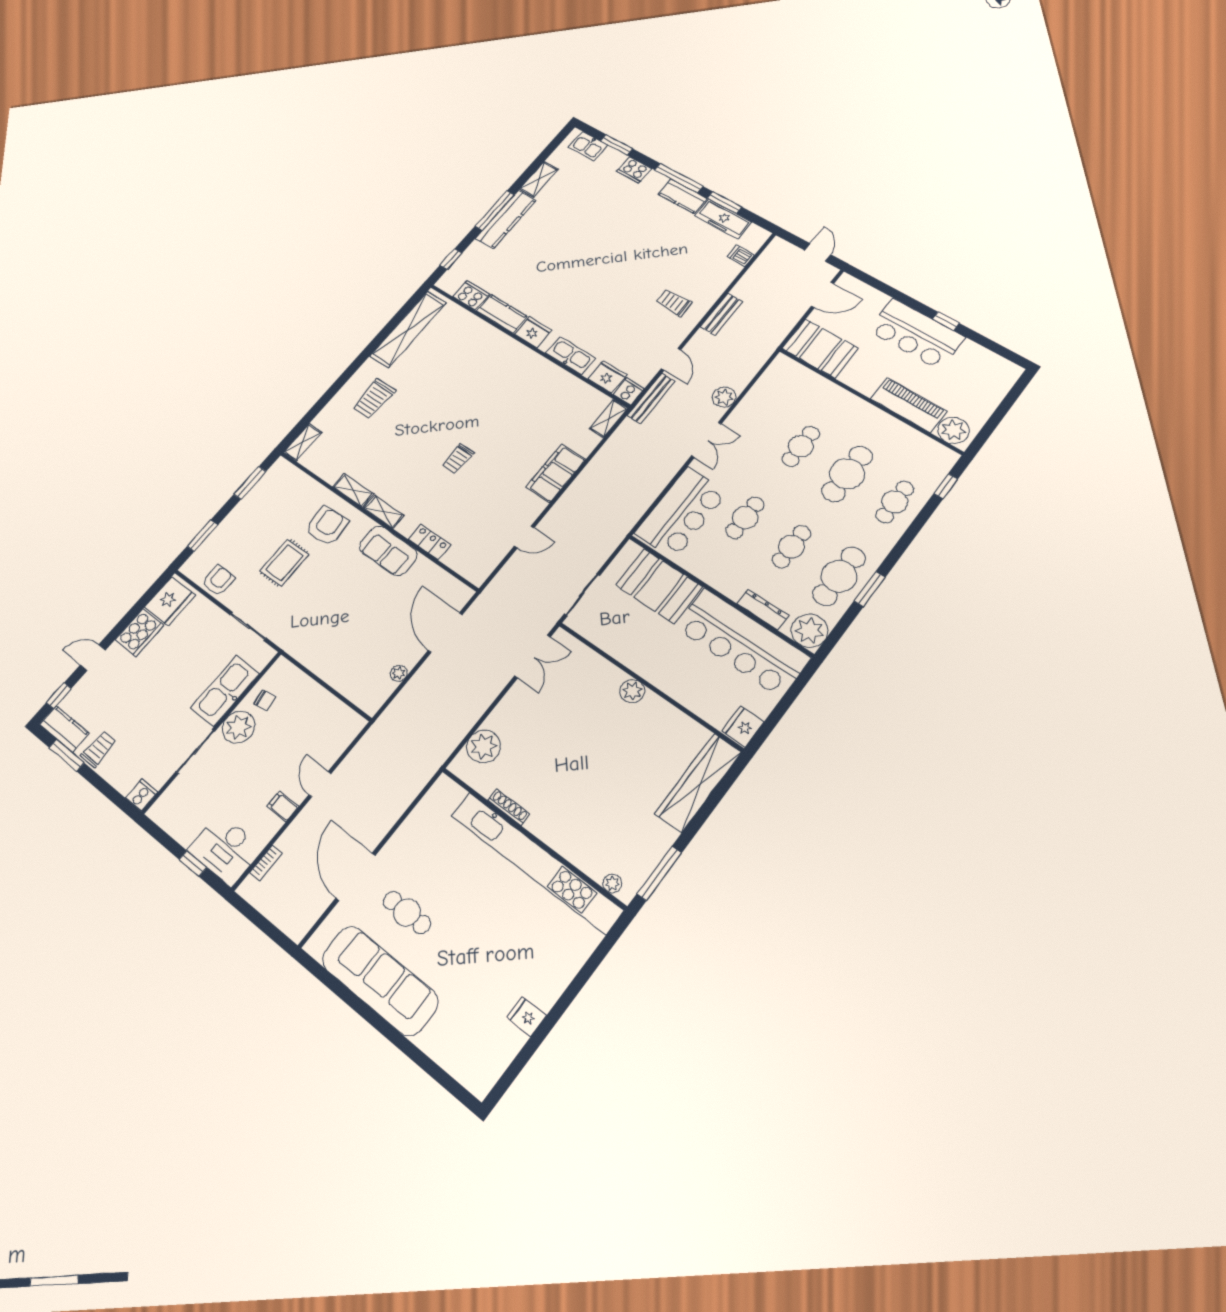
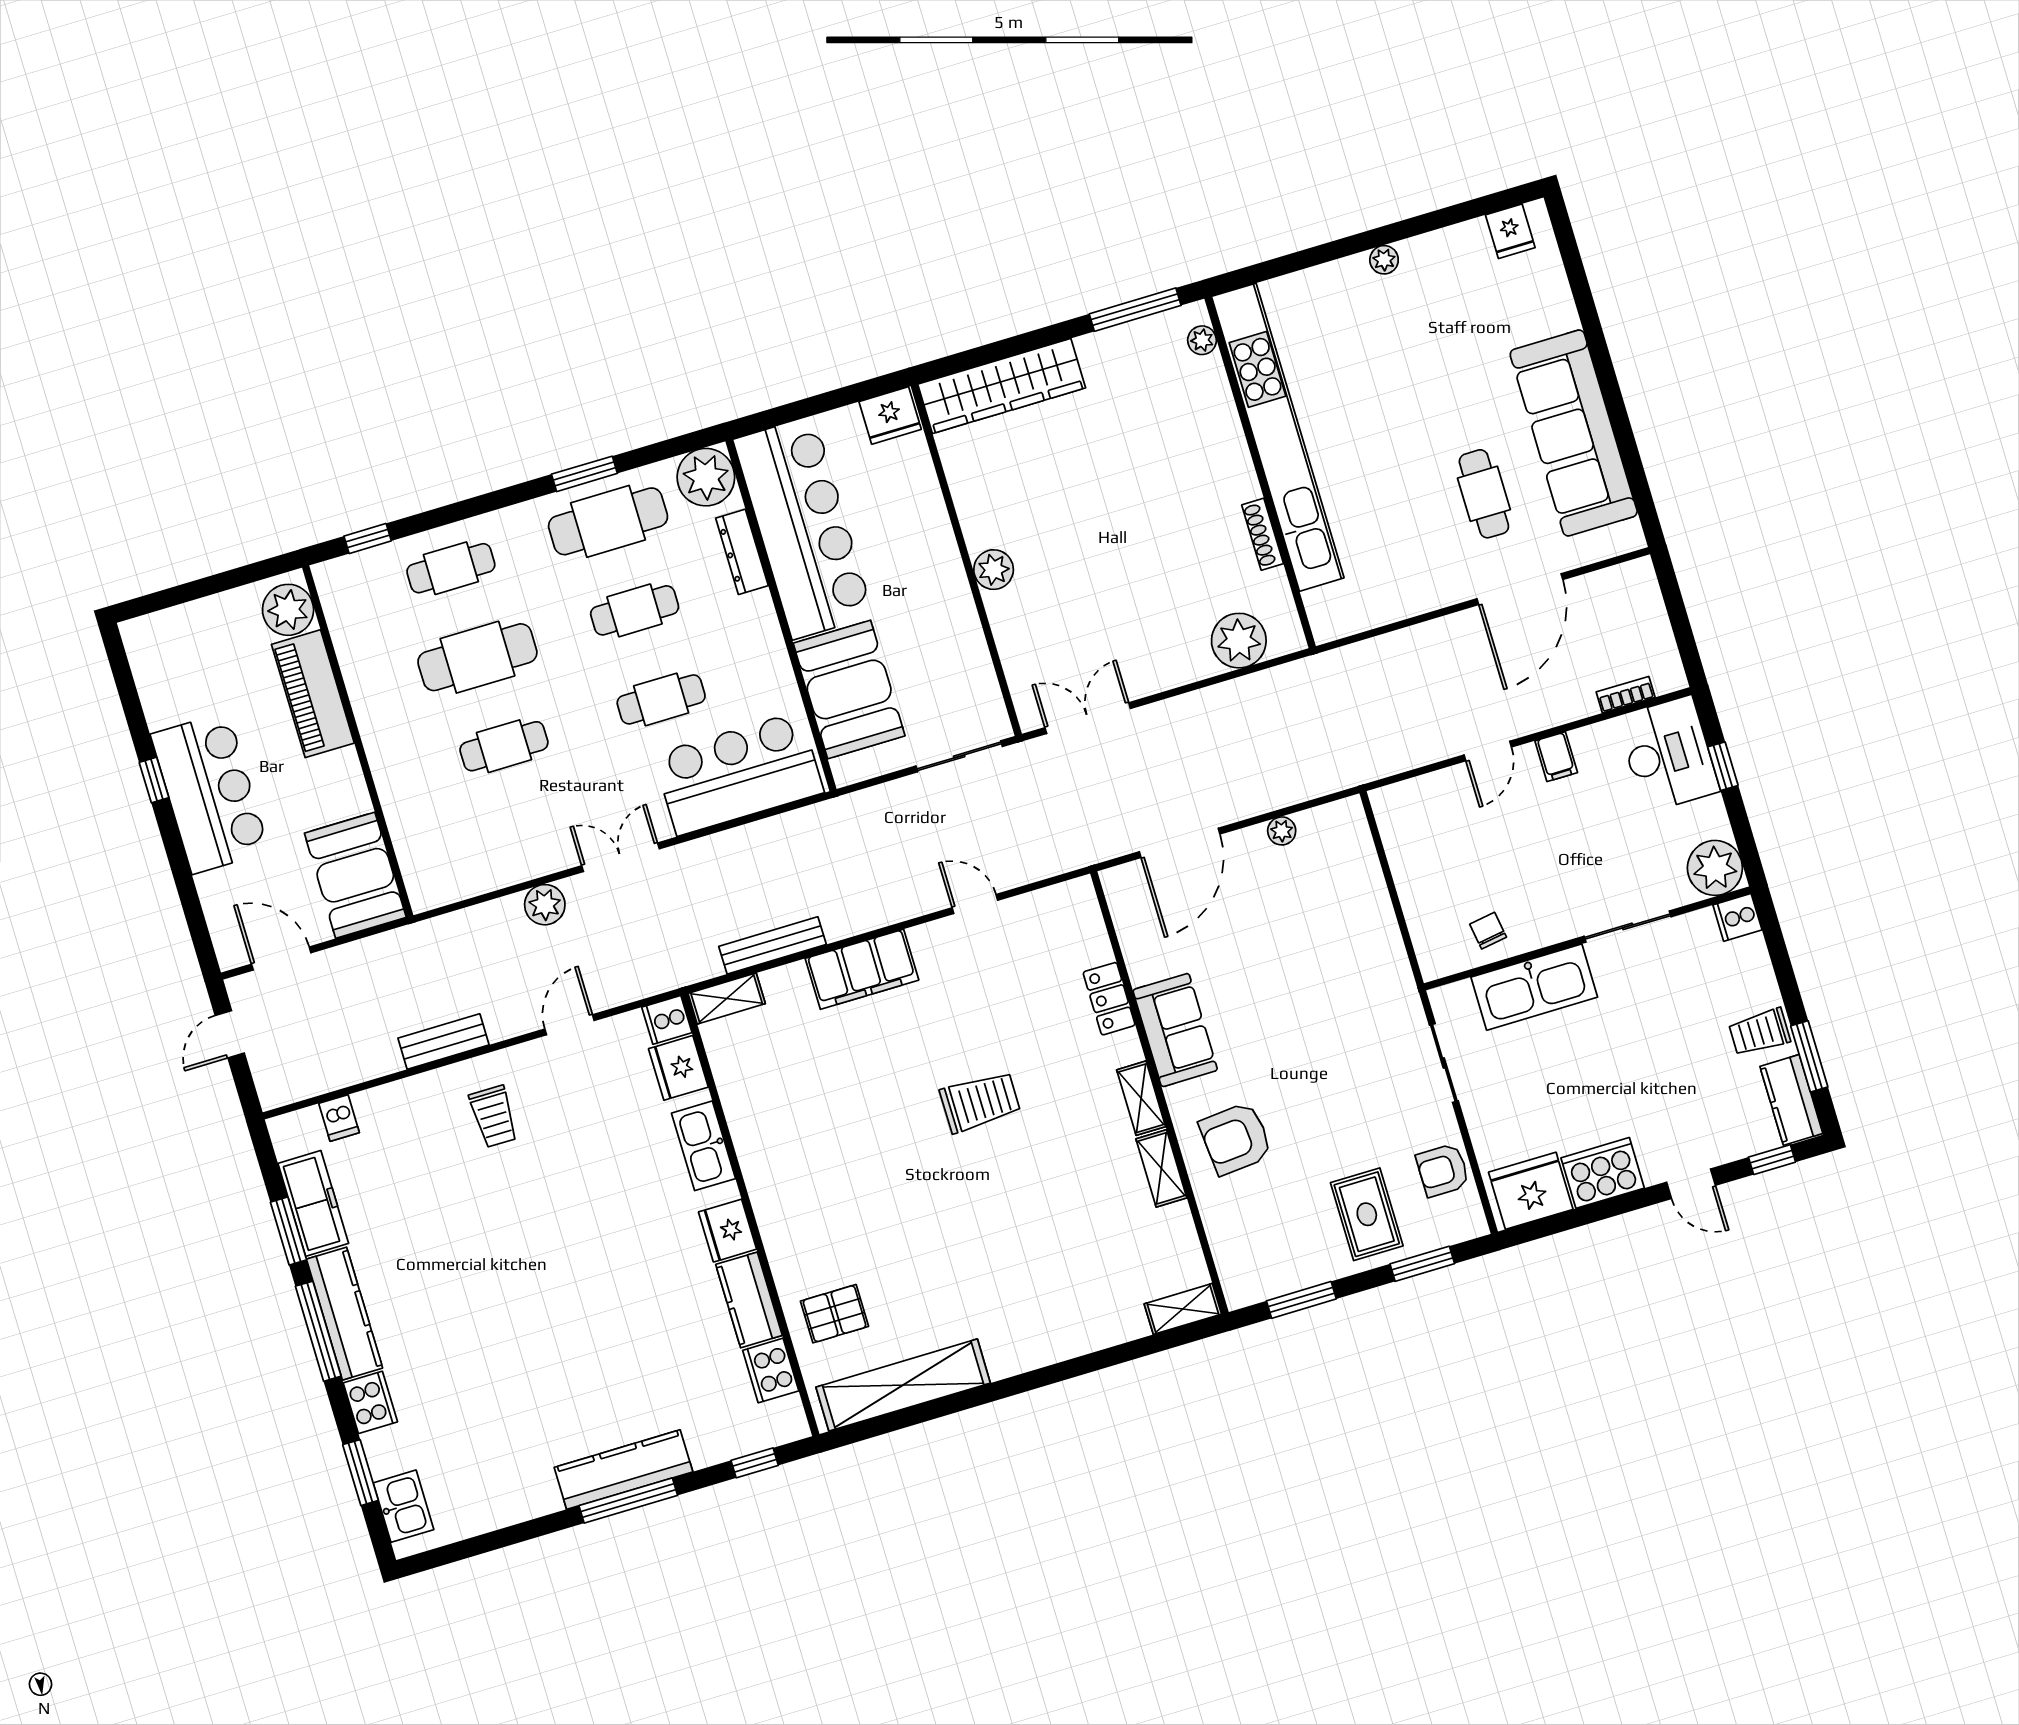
shelving: (539, 179) -> (522, 1505), removed
kitchen counter: (683, 196) -> (345, 1314), width x1.50
pallet: (460, 334) -> (835, 1314), added
bench: (651, 398) -> (772, 945), moved
trolley: (374, 399) -> (1032, 1302), removed
trolley: (458, 459) -> (980, 1102), width x1.36, depth x1.39
rug: (284, 563) -> (1367, 1214), moved, turned 90
plant: (238, 727) -> (1715, 868), moved
plant: (546, 1000) -> (1384, 260), added
fridge: (526, 1016) -> (1510, 231), moved

